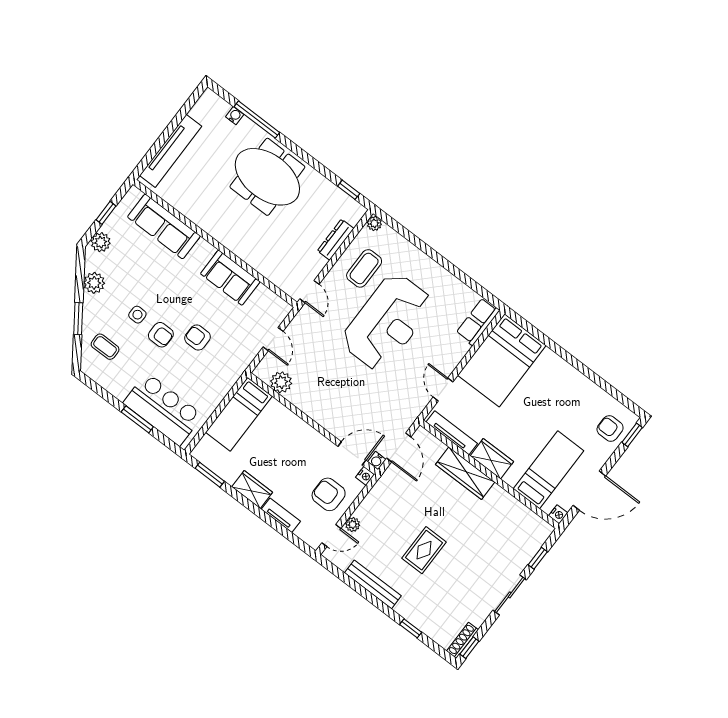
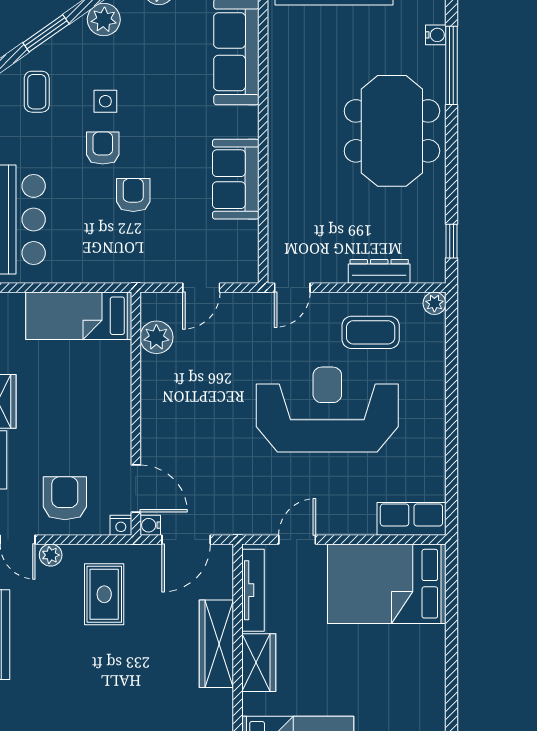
reception desk: (387, 322) -> (327, 410), turned 180
armchair: (161, 335) -> (103, 148), turned 180
rug: (424, 550) -> (104, 594), moved, turned 90

